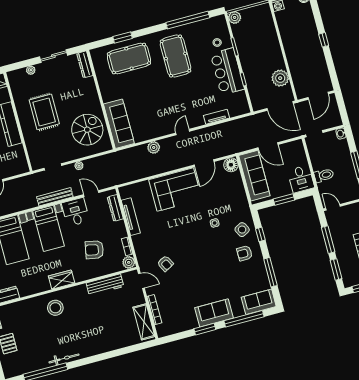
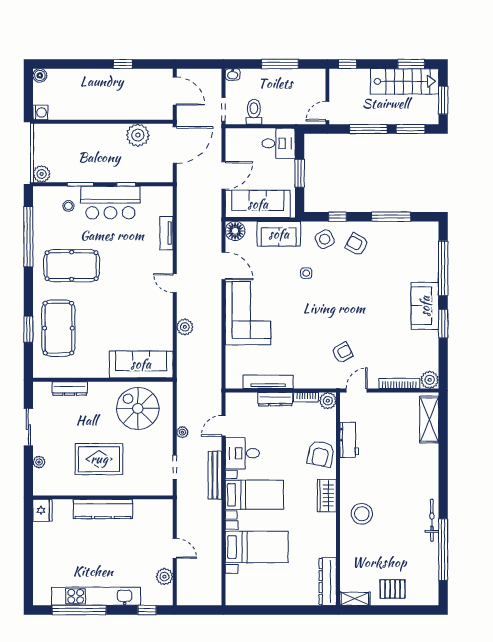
window: (324, 40) -> (123, 64), moved
dresser: (85, 64) -> (70, 389), moved
toilet: (324, 175) -> (254, 112), moved
dresser: (115, 208) -> (275, 399), moved
armchair: (94, 250) -> (321, 454), moved
armchair: (245, 253) -> (357, 244), turned 119
workbench: (105, 285) -> (349, 440), width x0.73
sofa: (259, 302) -> (279, 234), moved, turned -90
shelving: (144, 322) -> (429, 420), moved, turned 90
plant: (163, 330) -> (430, 380), added

